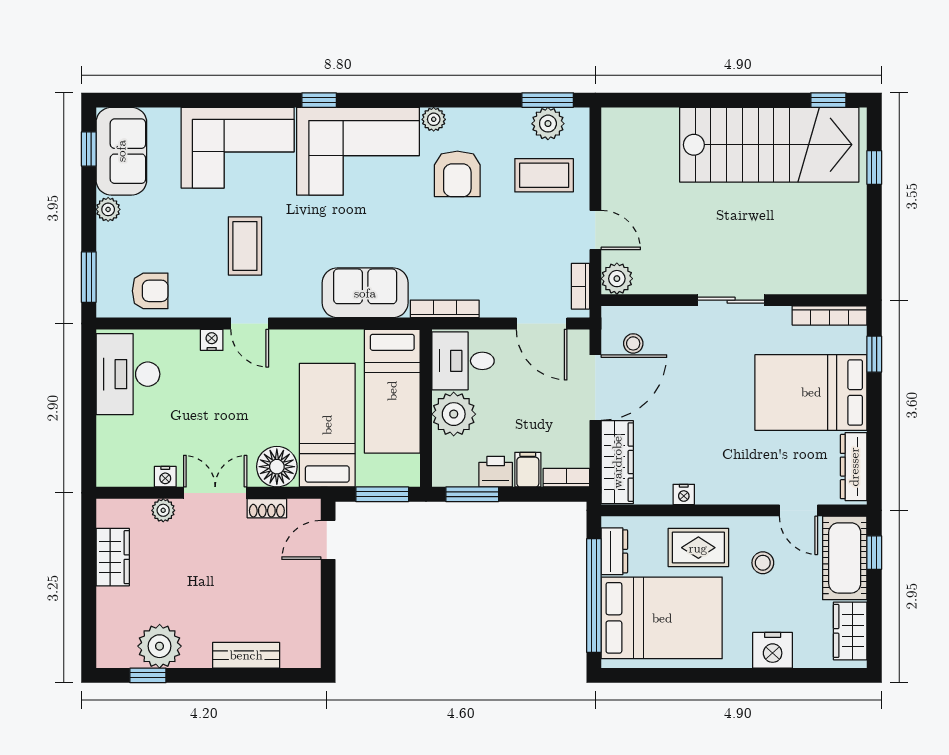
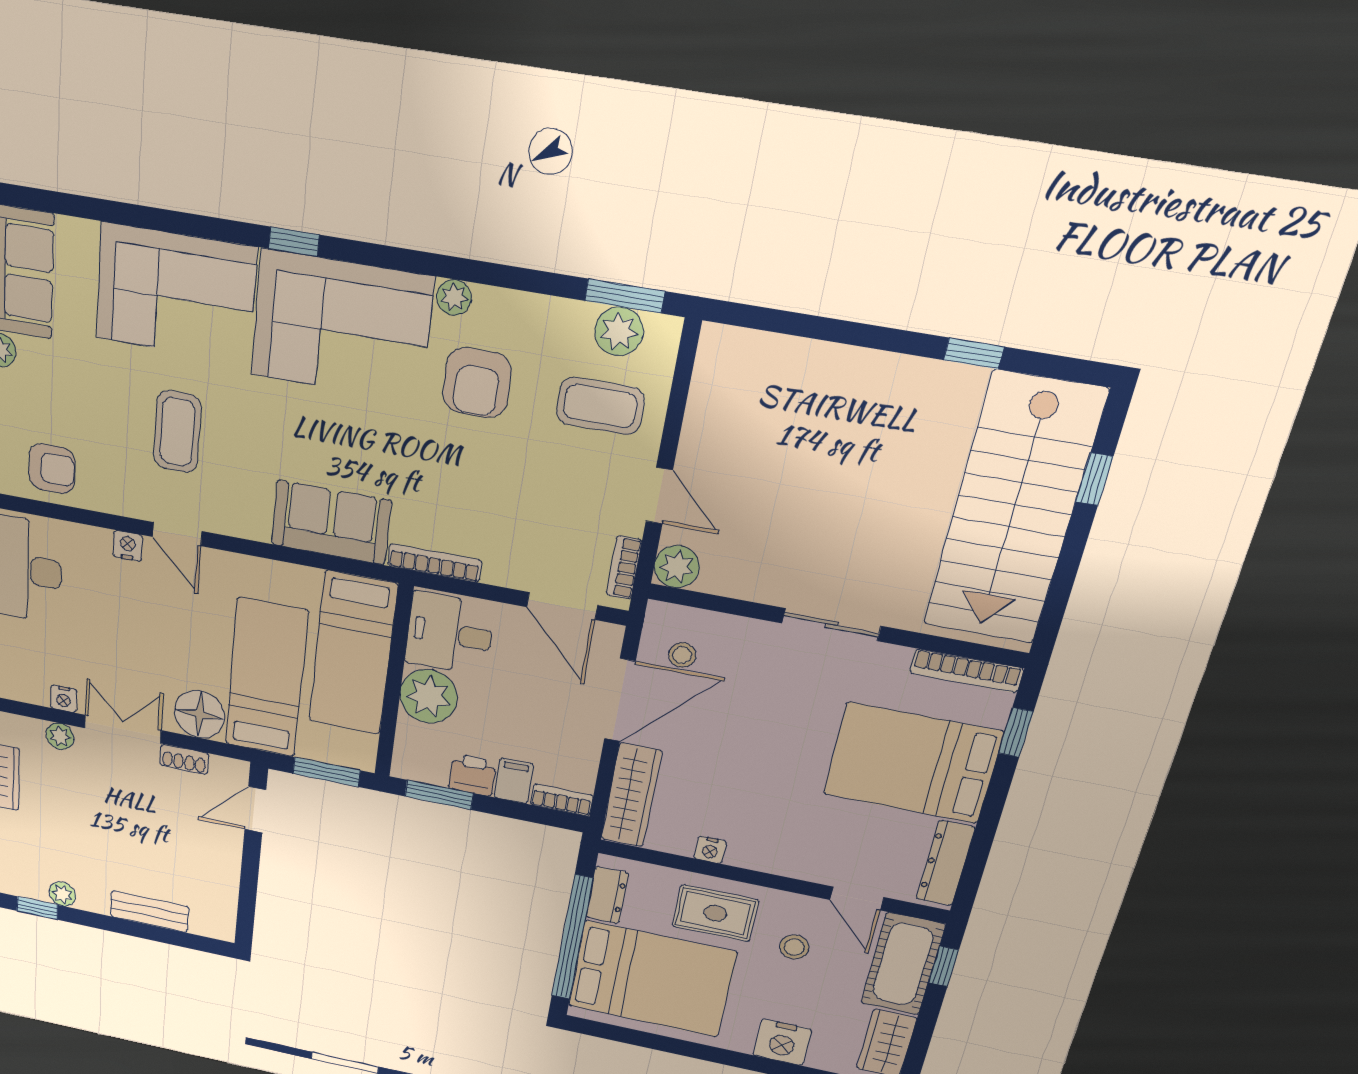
window: (828, 100) -> (974, 353), moved
stairs: (769, 145) -> (1013, 510), moved, turned 90
plant: (160, 646) -> (62, 894), width x0.53, depth x0.53

